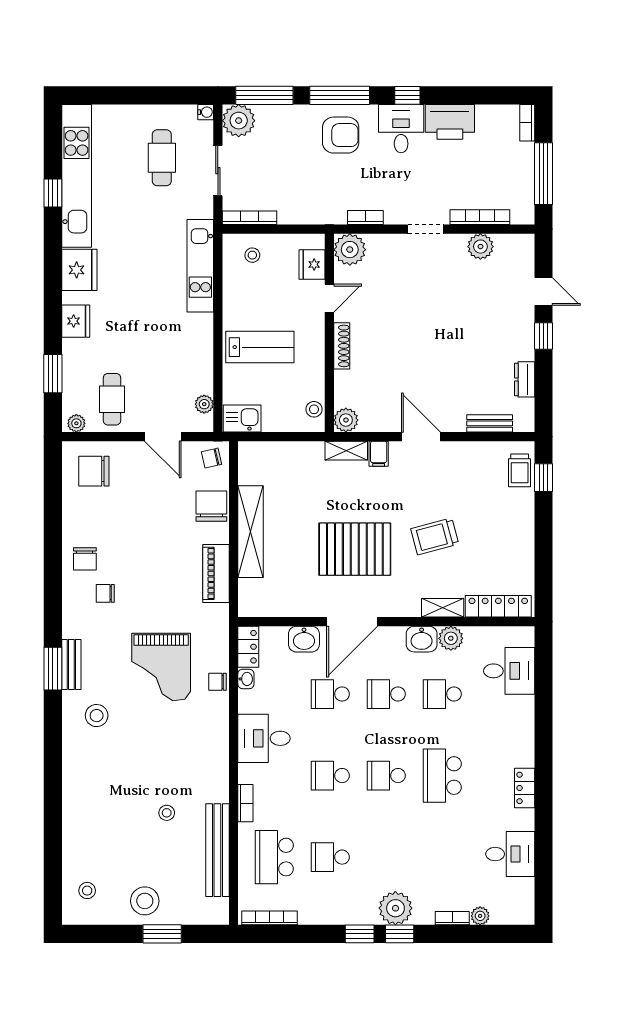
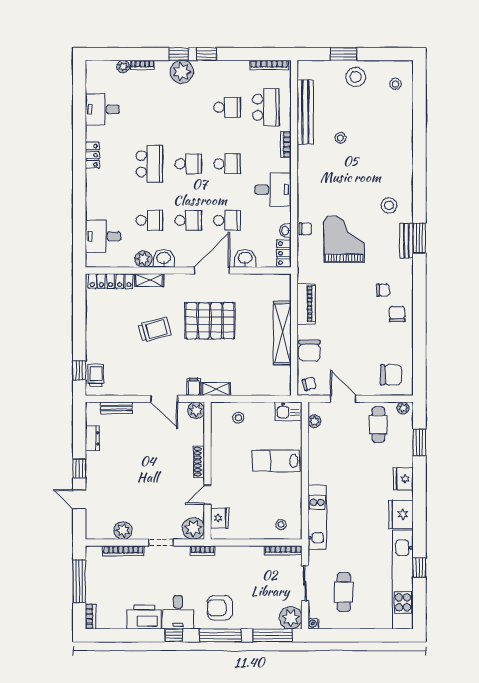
plant: (350, 250) -> (193, 528), moved
fridge: (312, 264) -> (220, 518), moved
door: (329, 298) -> (208, 495), moved
wall: (329, 333) -> (208, 471), moved
shoe rack: (342, 346) -> (199, 462), moved
plant: (346, 420) -> (196, 410), moved

